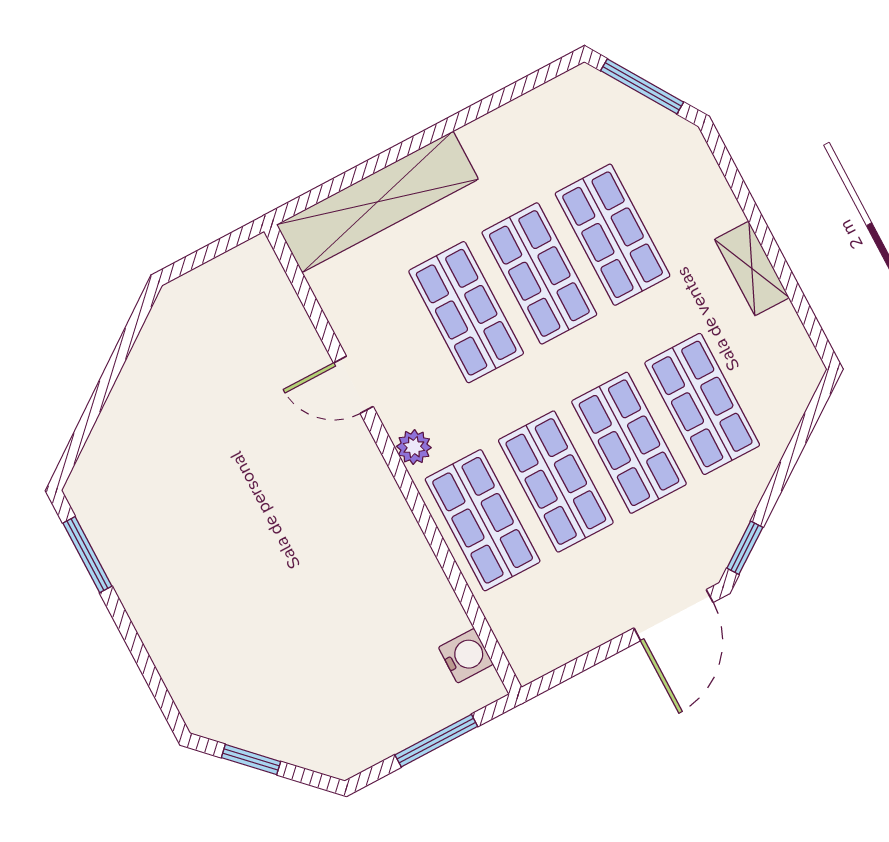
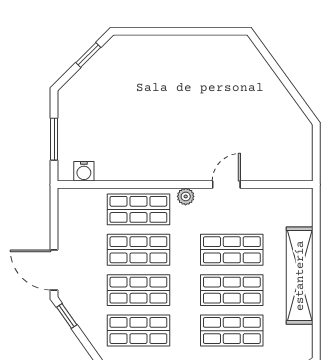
shelving: (377, 202) -> (300, 276), moved
window: (87, 555) -> (214, 31), removed

